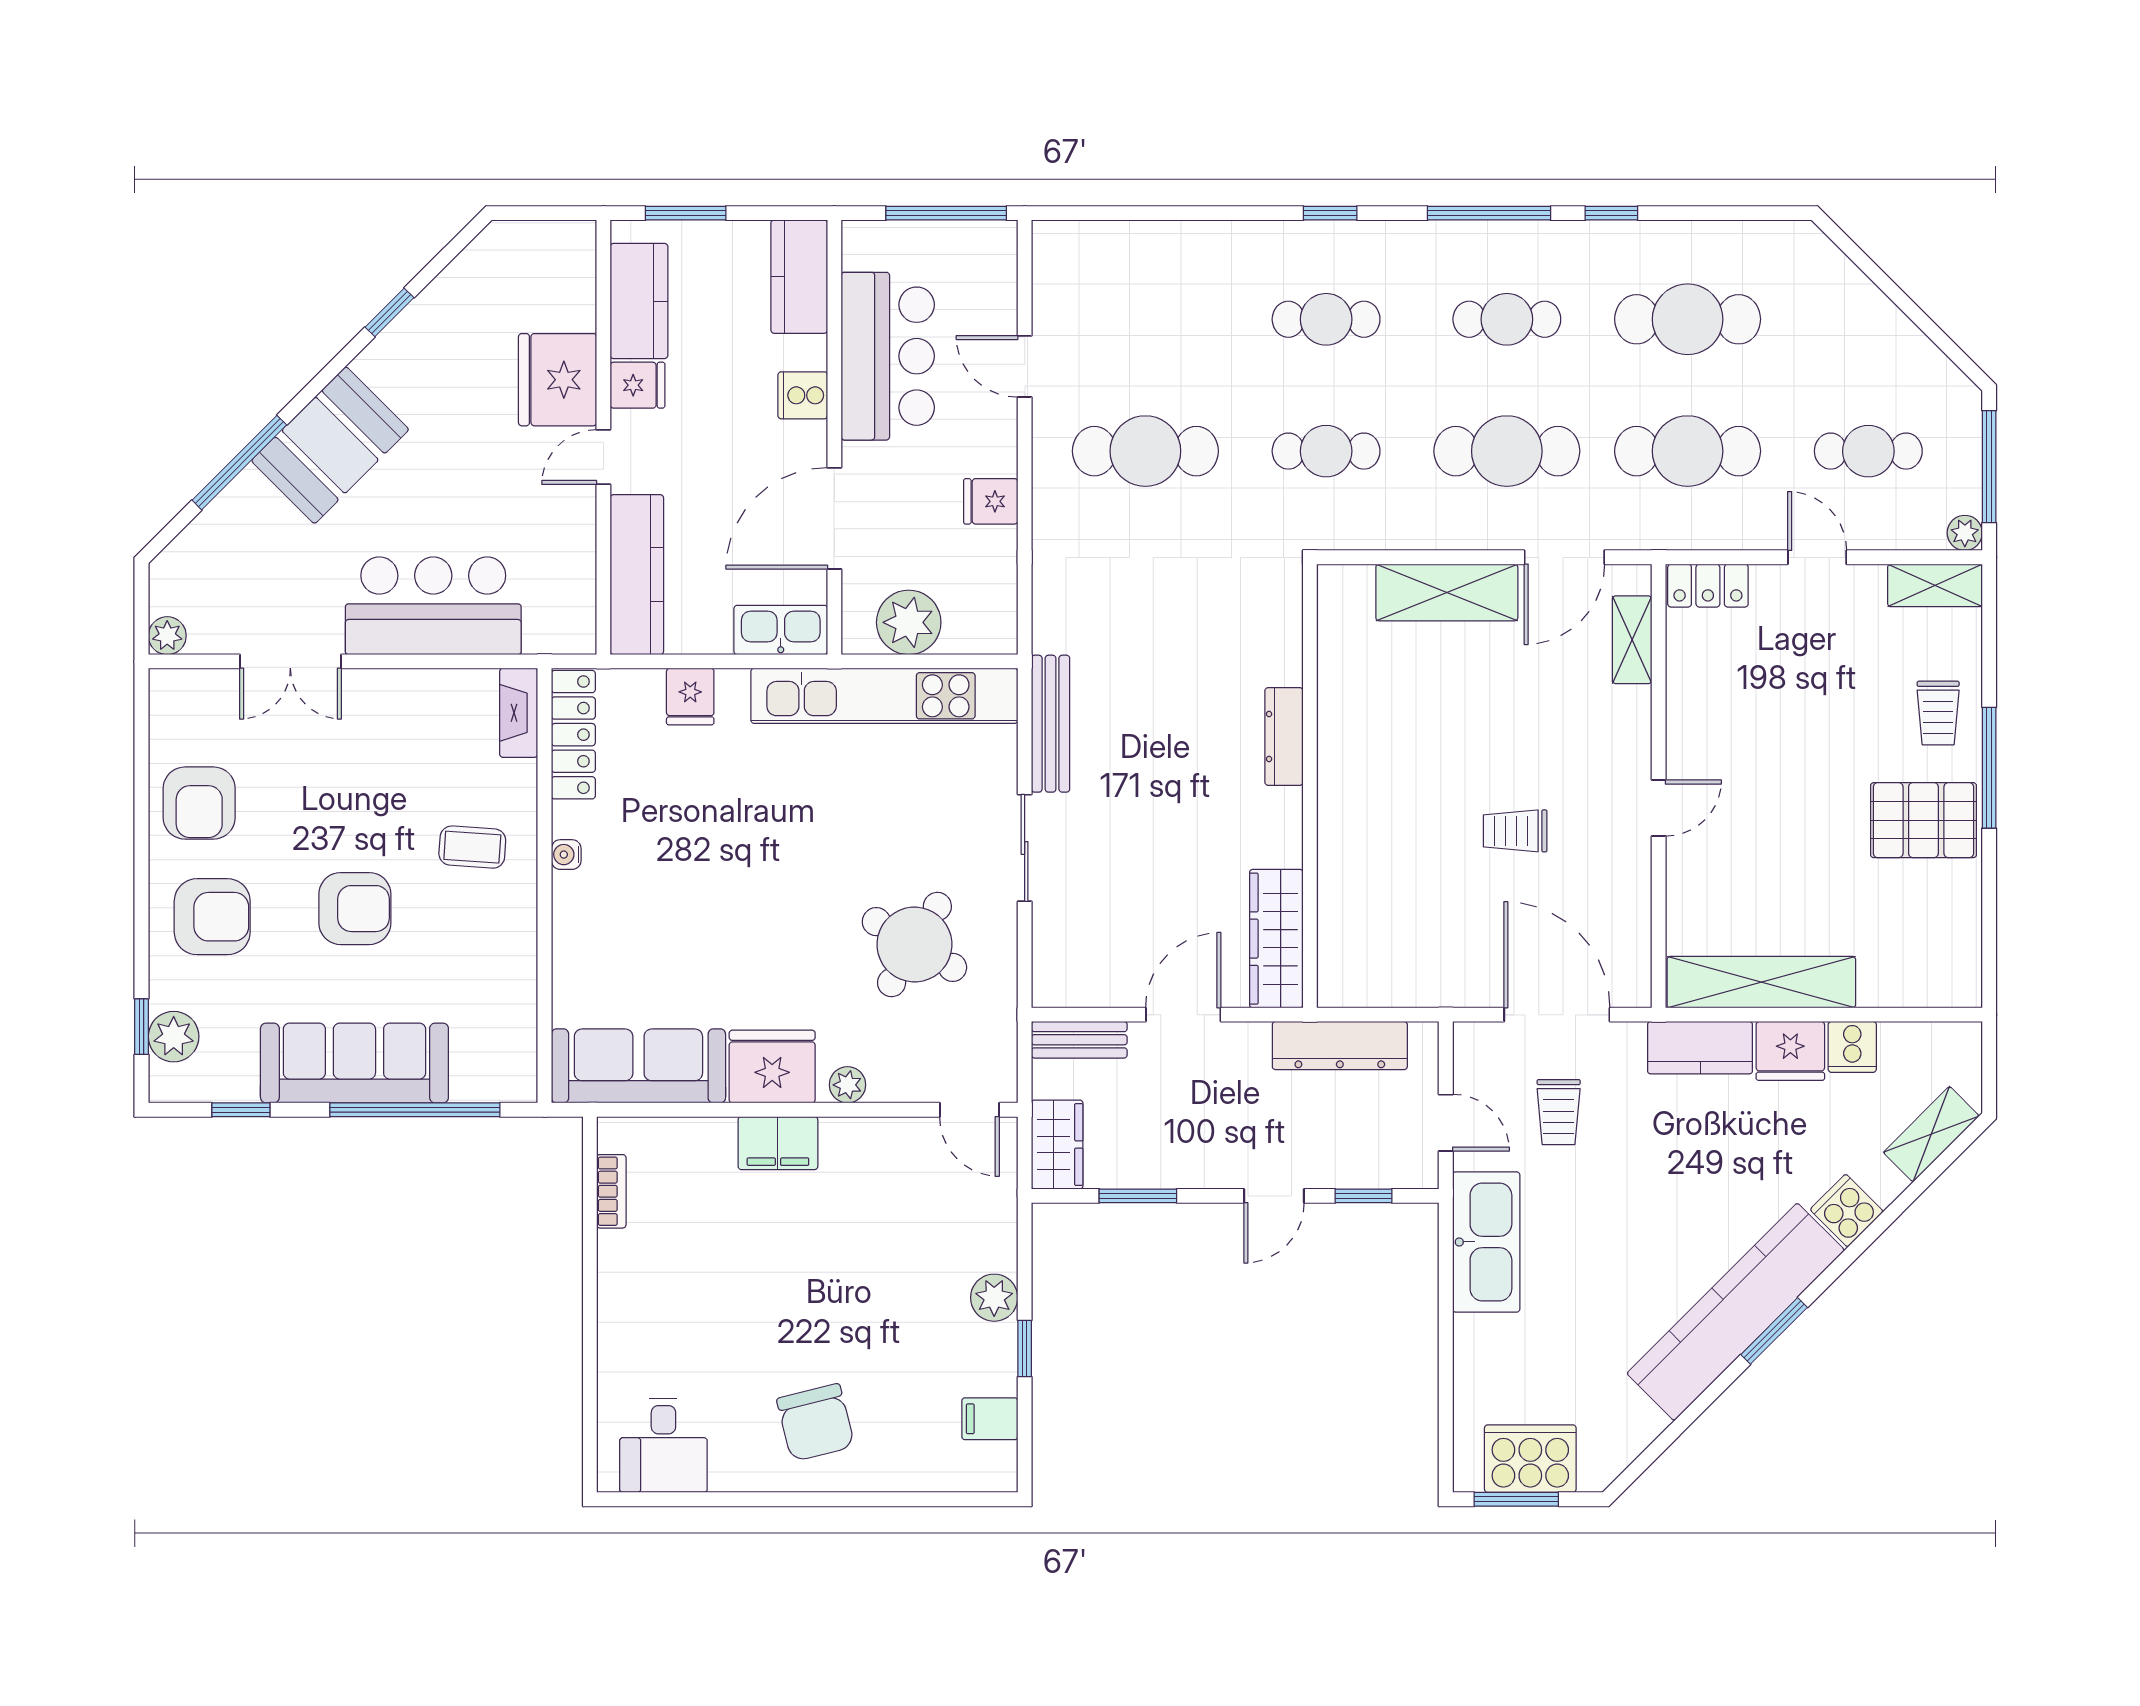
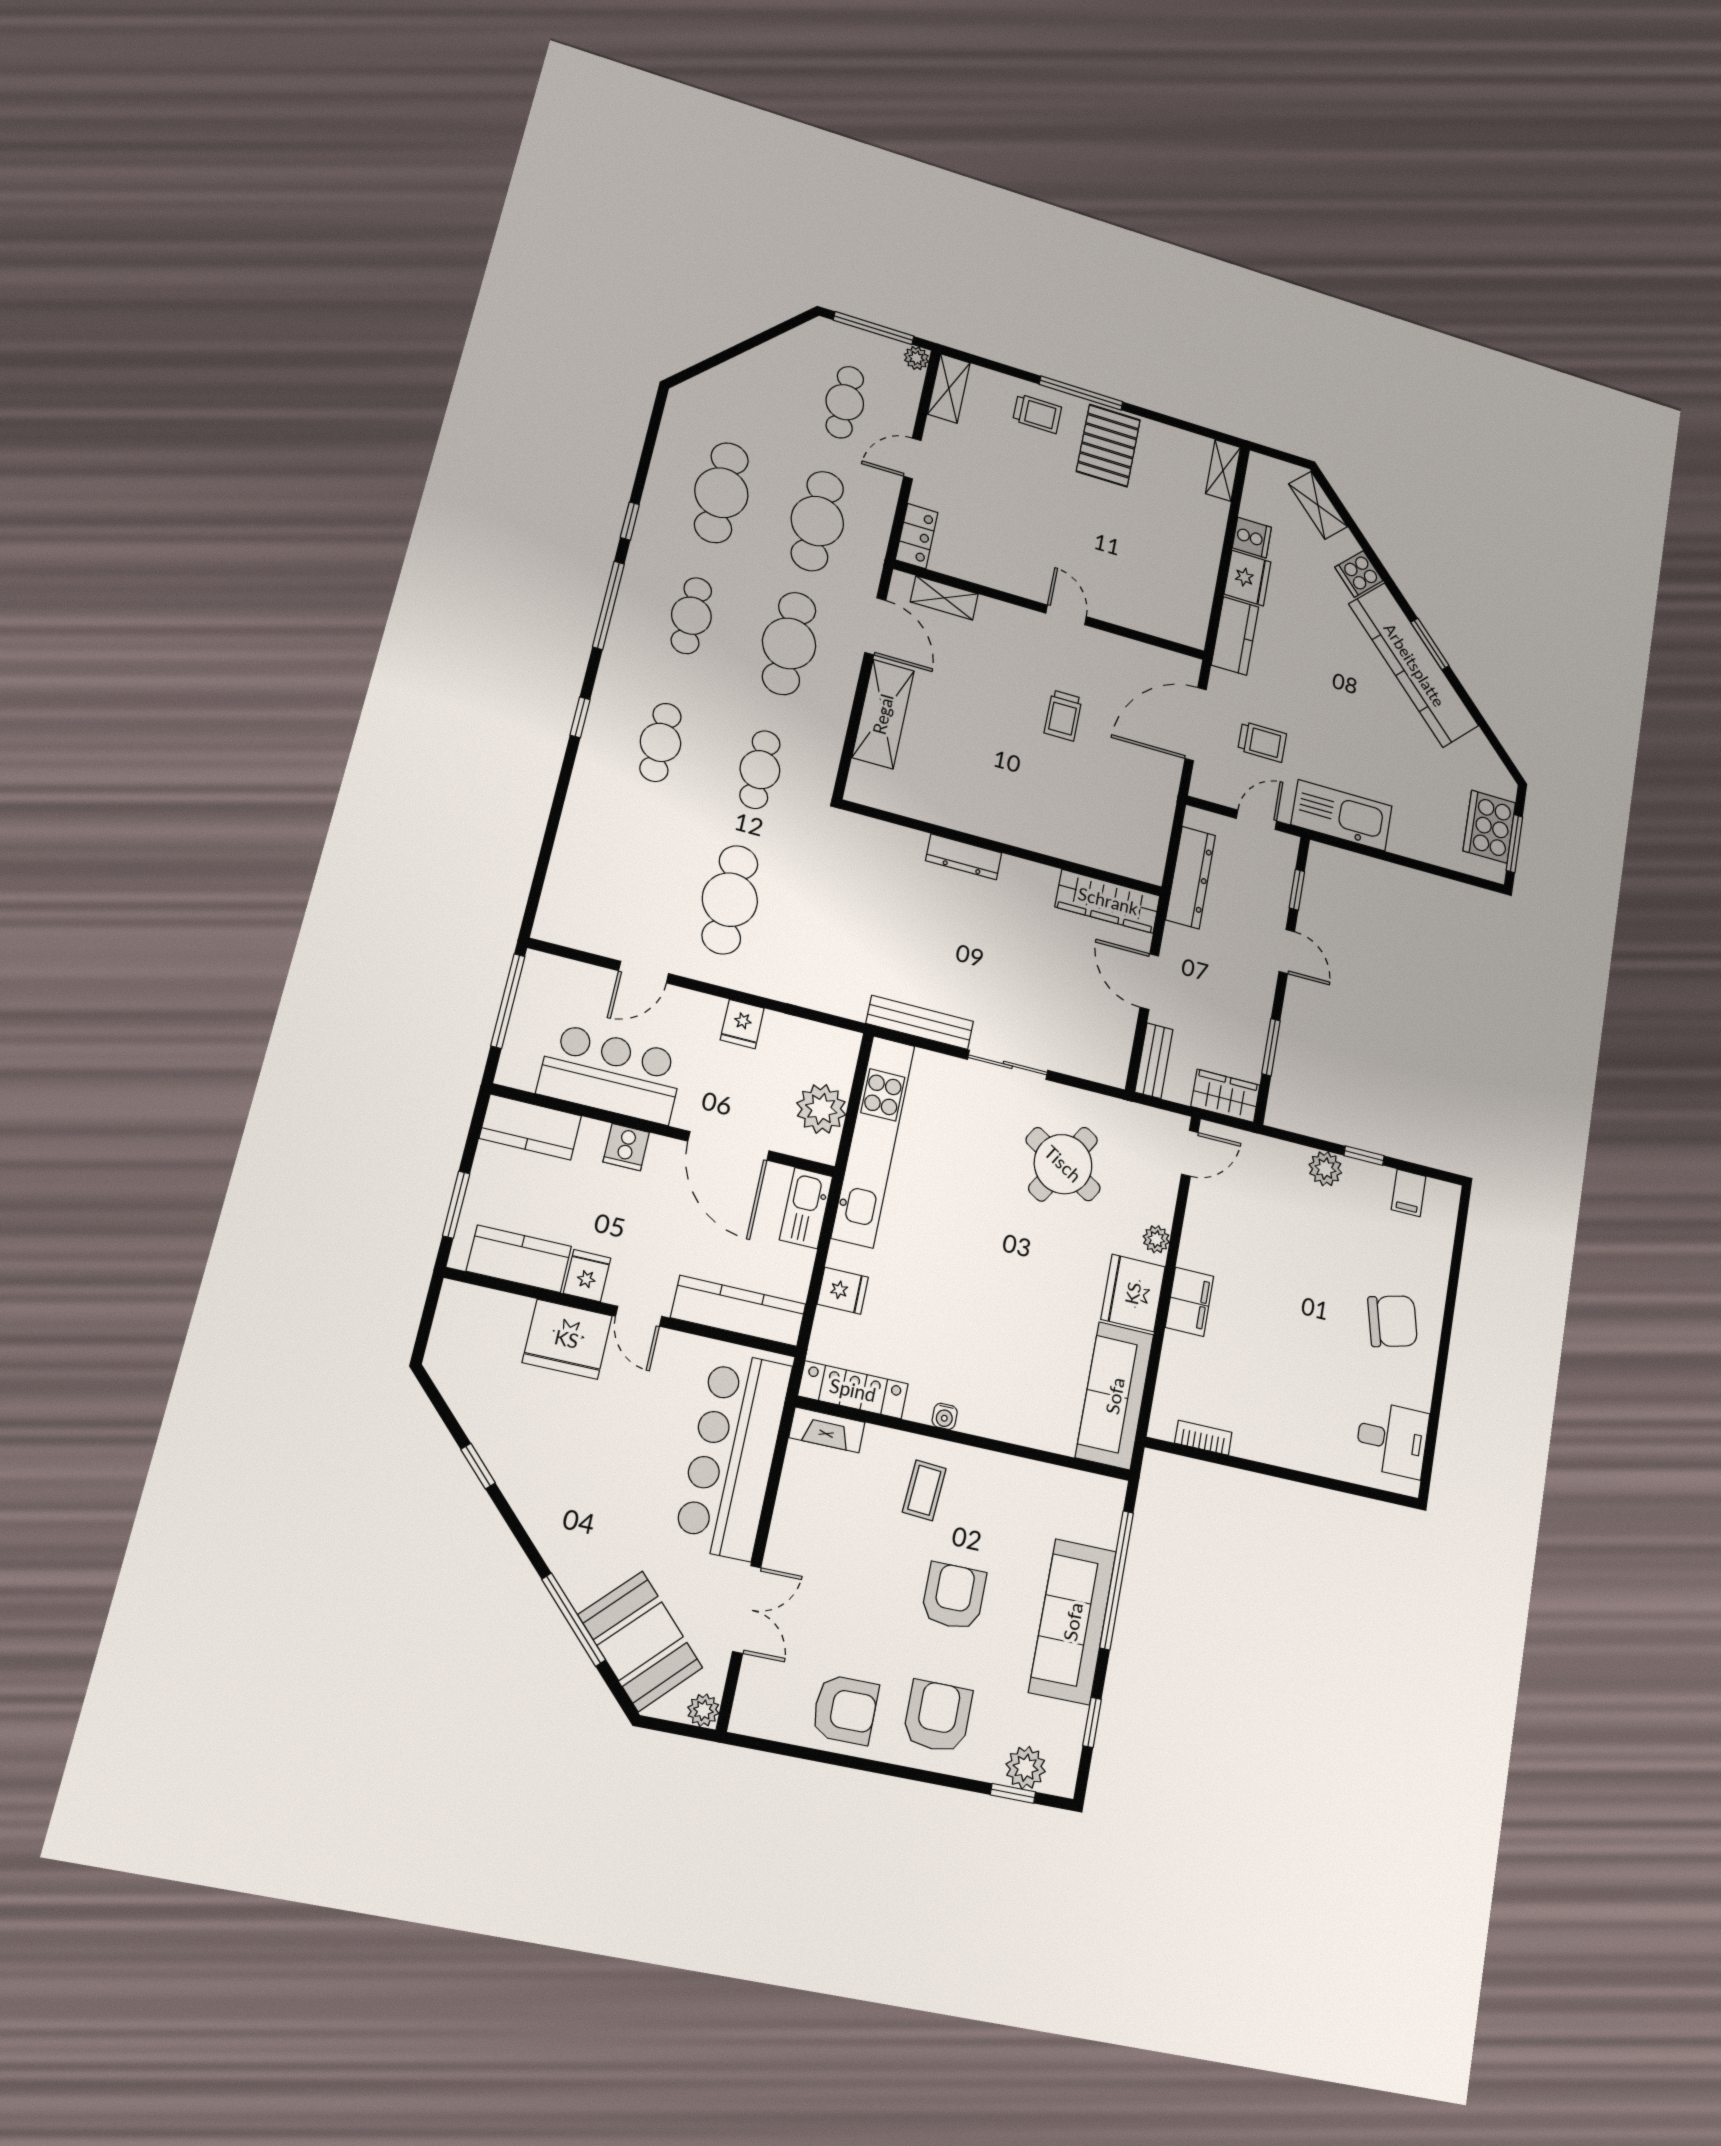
booth: (330, 445) -> (640, 1641), moved
bar counter: (433, 606) -> (733, 1455), width x1.36
shelving: (1761, 982) -> (1223, 470), moved, width x0.45, depth x0.75

